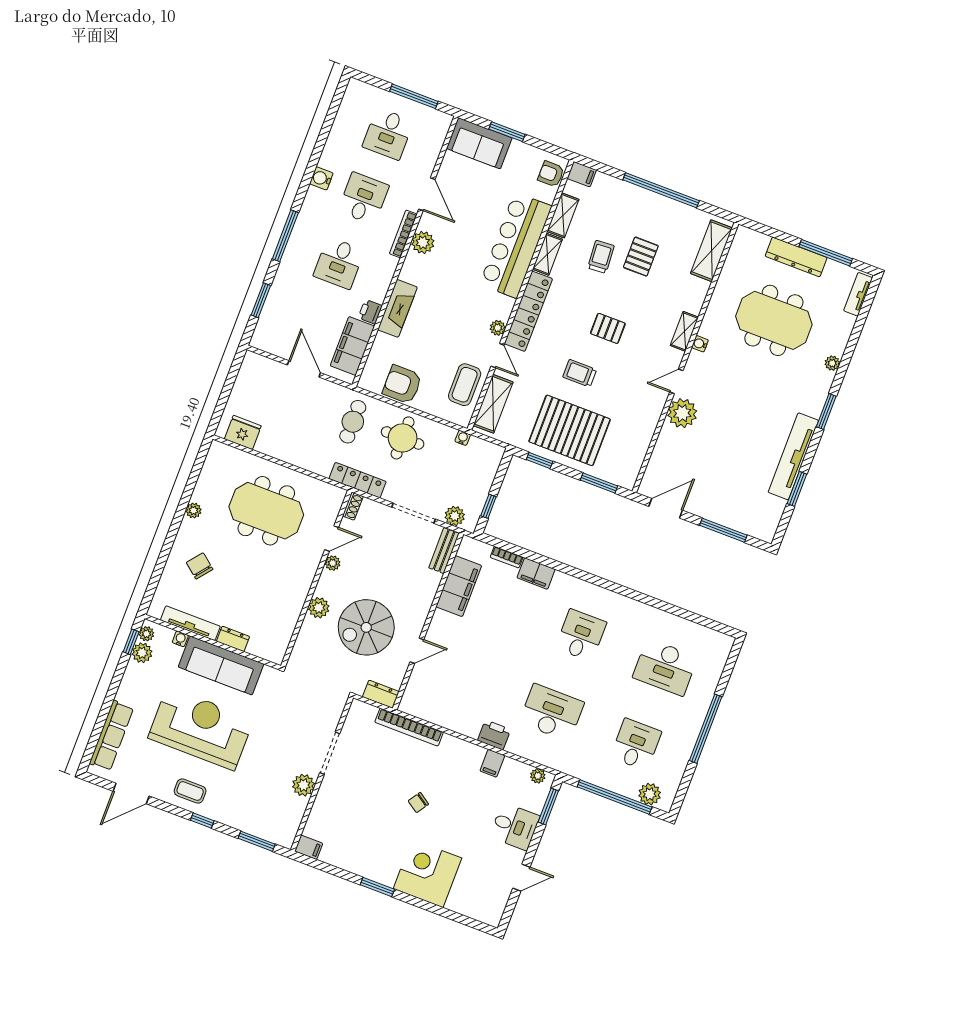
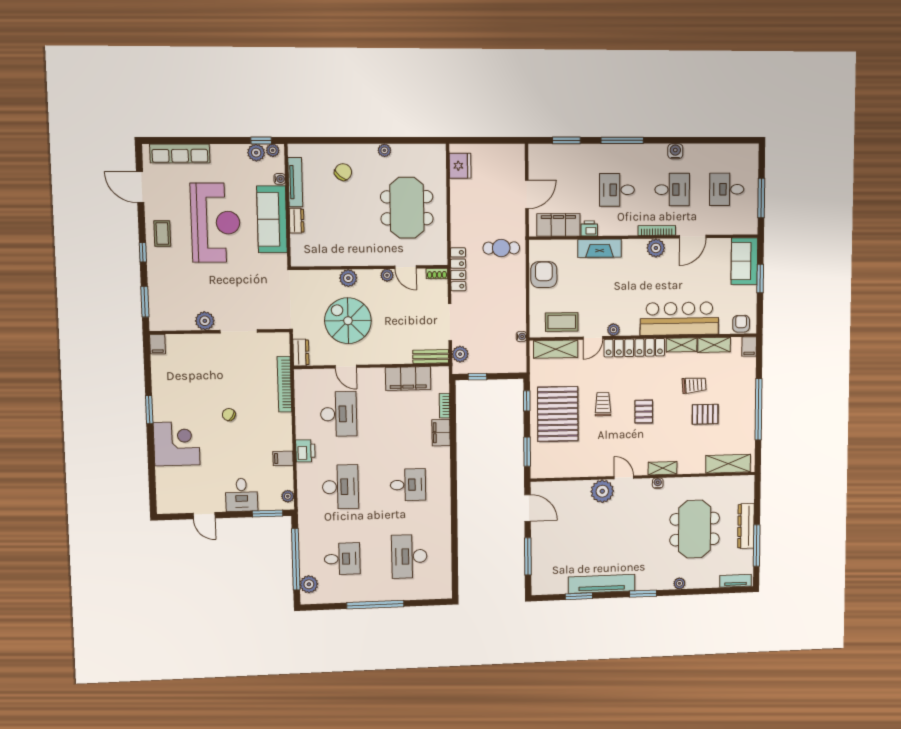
round table: (403, 438) -> (504, 291), removed
desk: (467, 680) -> (339, 414), added

